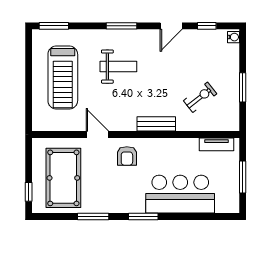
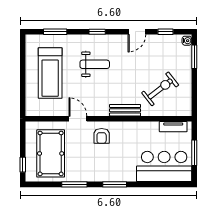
window: (54, 26) -> (55, 32), moved
window: (122, 26) -> (97, 32), width x0.67
window: (243, 87) -> (194, 57), moved
exercise bike: (200, 97) -> (160, 89), width x1.38, depth x1.39
bar counter: (180, 194) -> (164, 166), moved

